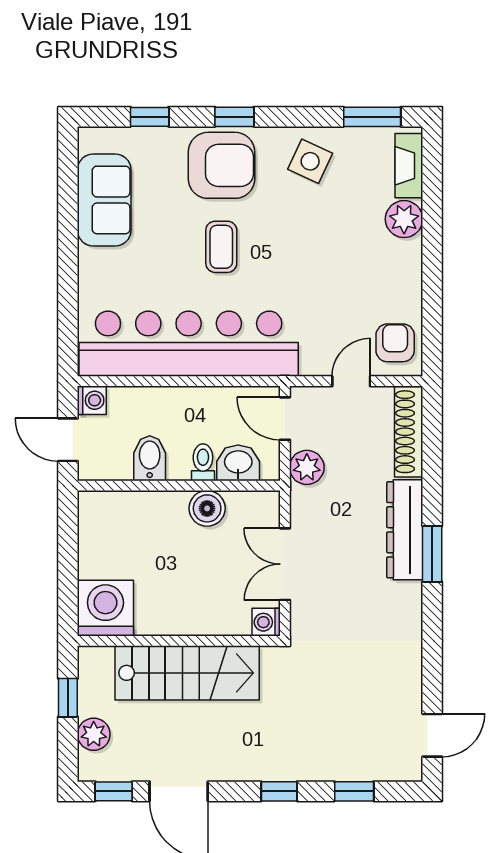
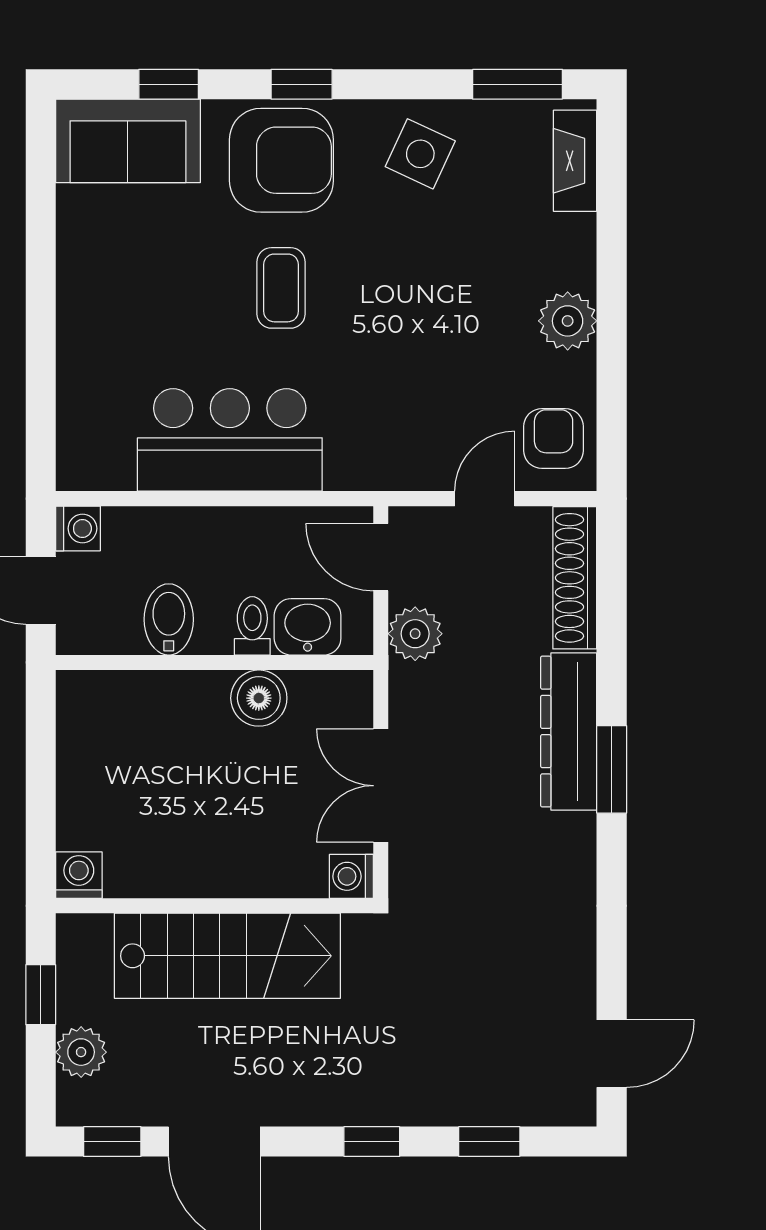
sofa: (104, 200) -> (128, 141), moved, turned 90
plant: (404, 219) -> (568, 321), moved
bar counter: (189, 344) -> (230, 440), width x0.54
washing machine: (105, 608) -> (79, 875), width x0.53, depth x0.53

